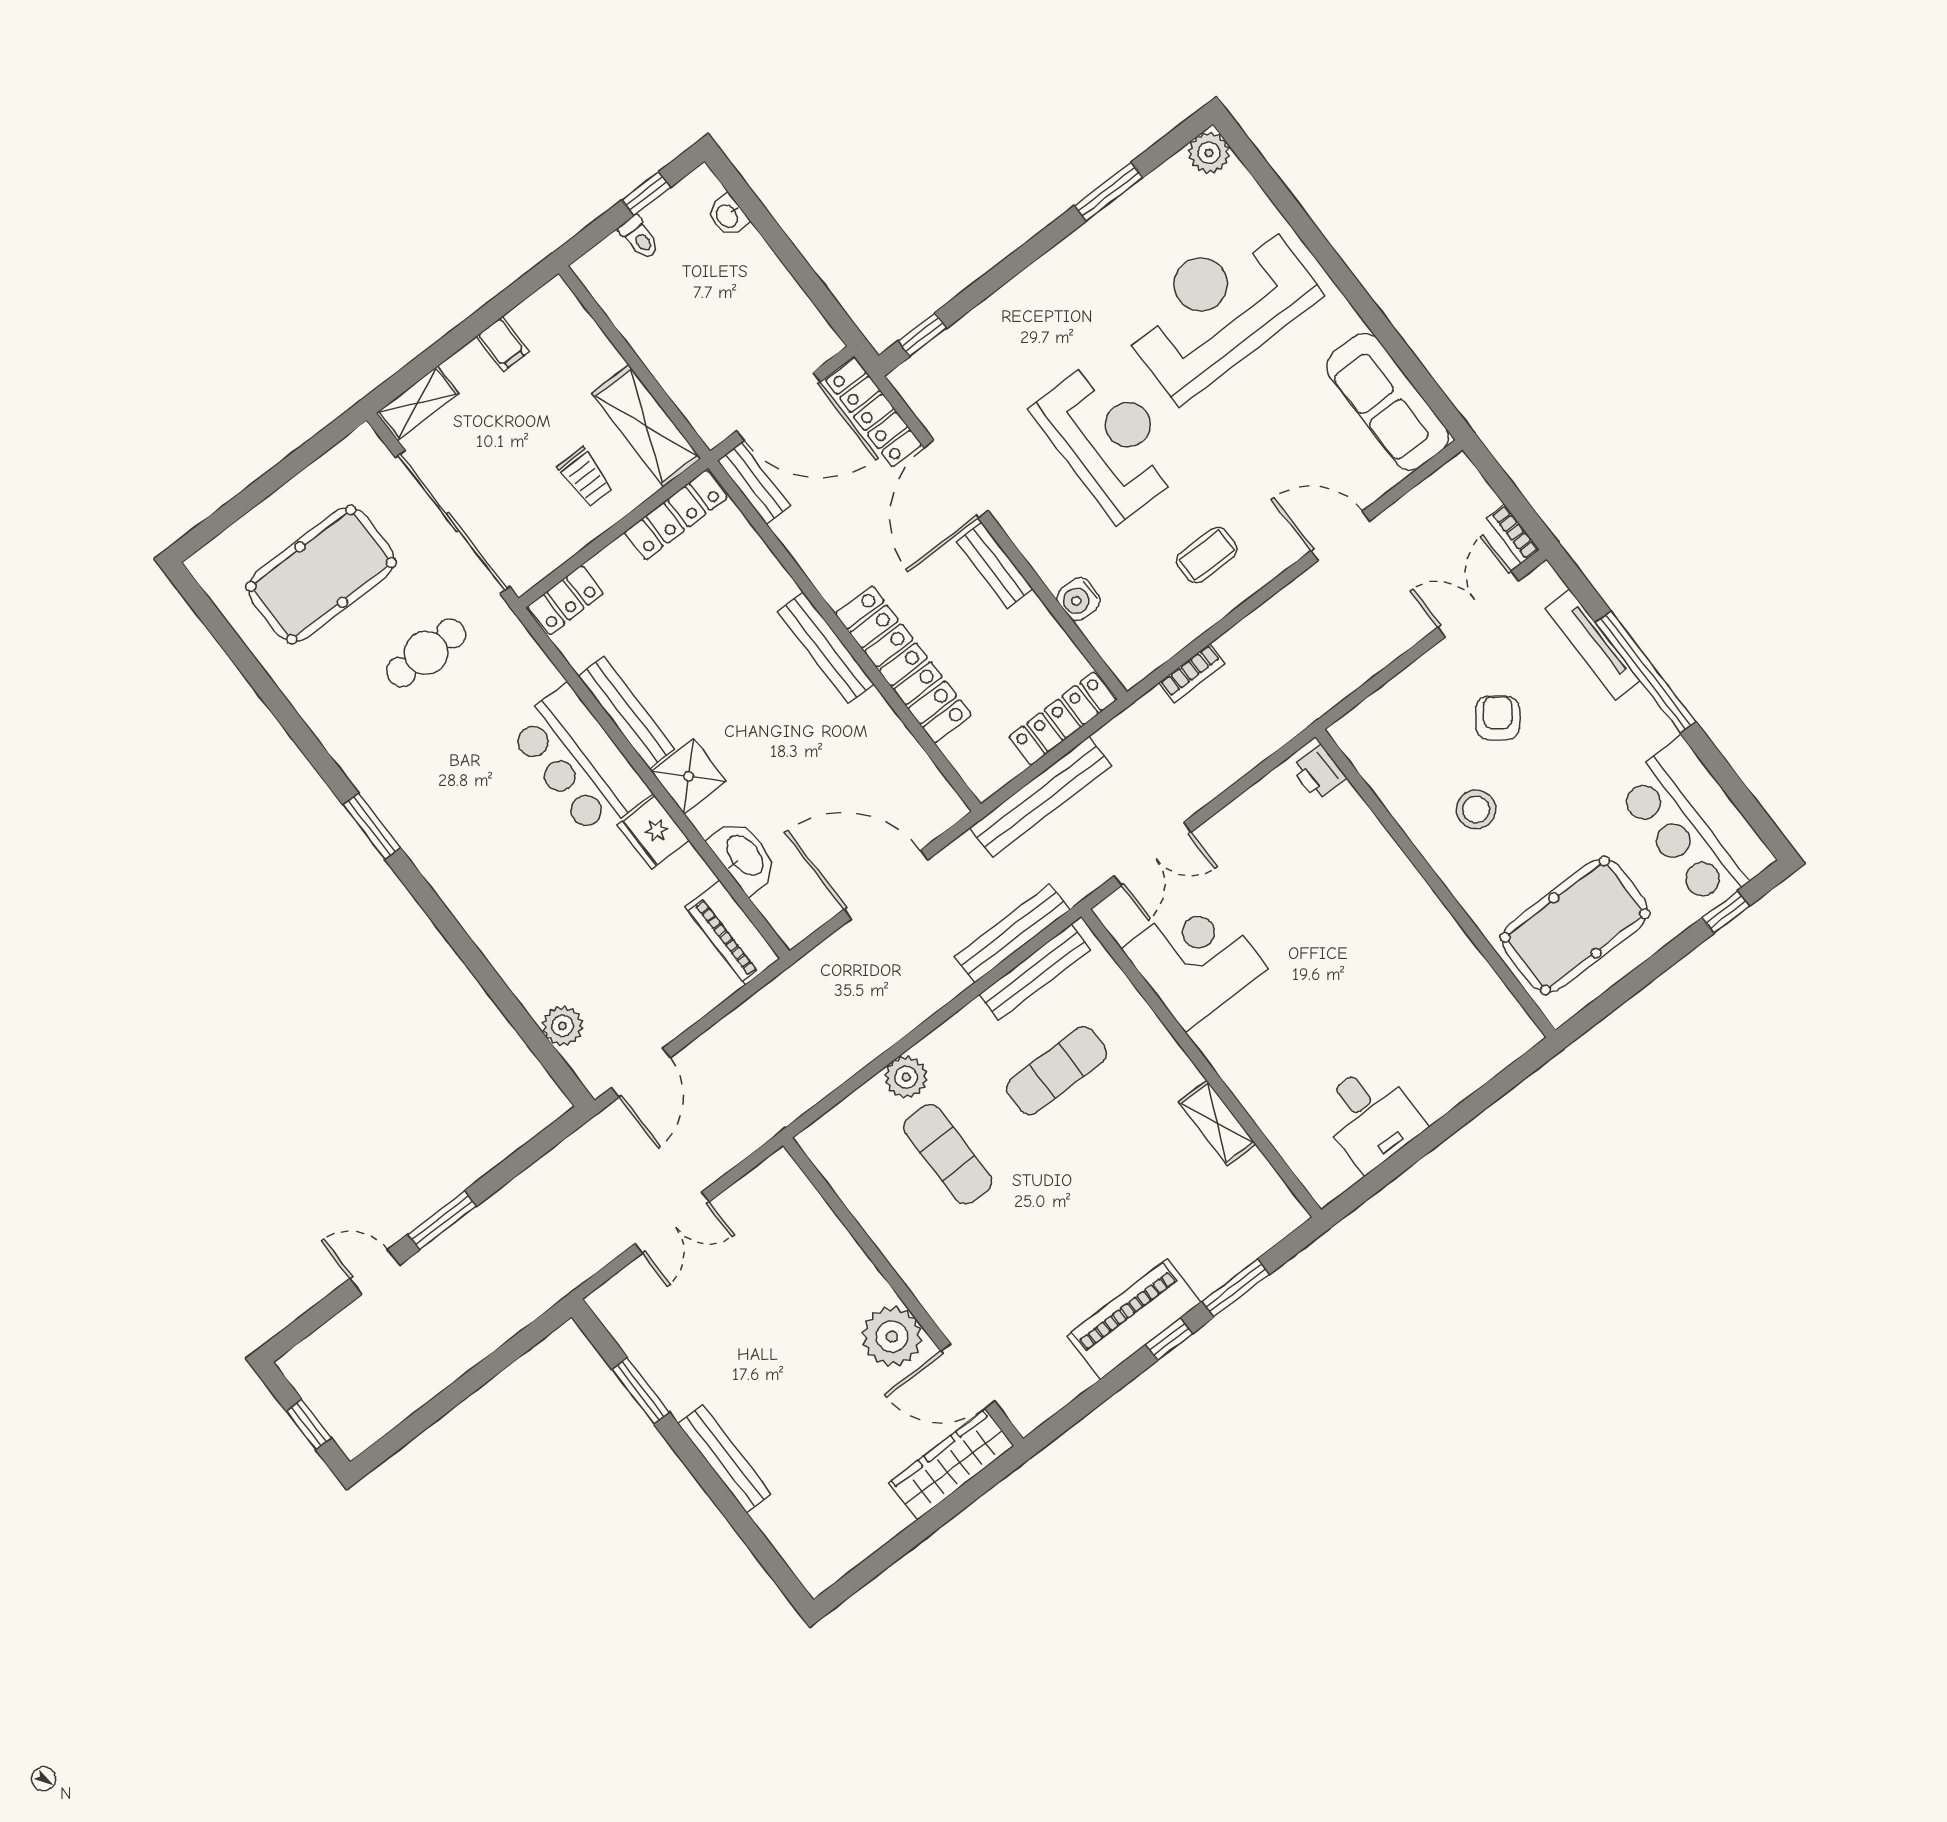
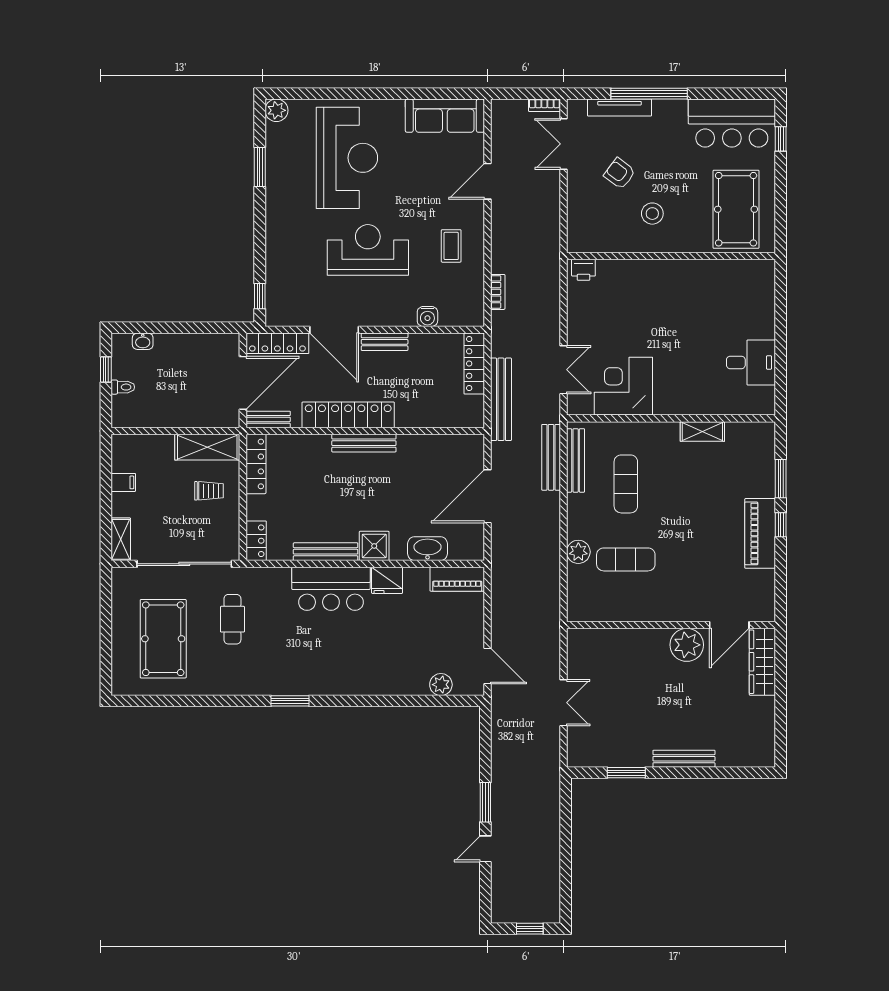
reception desk: (1218, 307) -> (347, 158), turned 180
locker: (903, 664) -> (348, 415), moved

